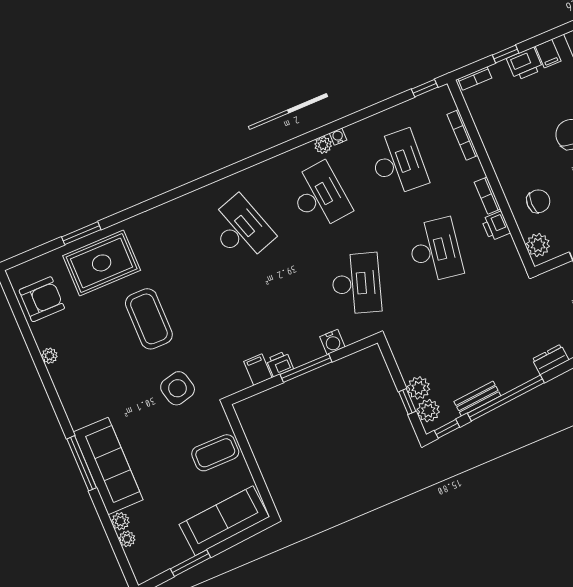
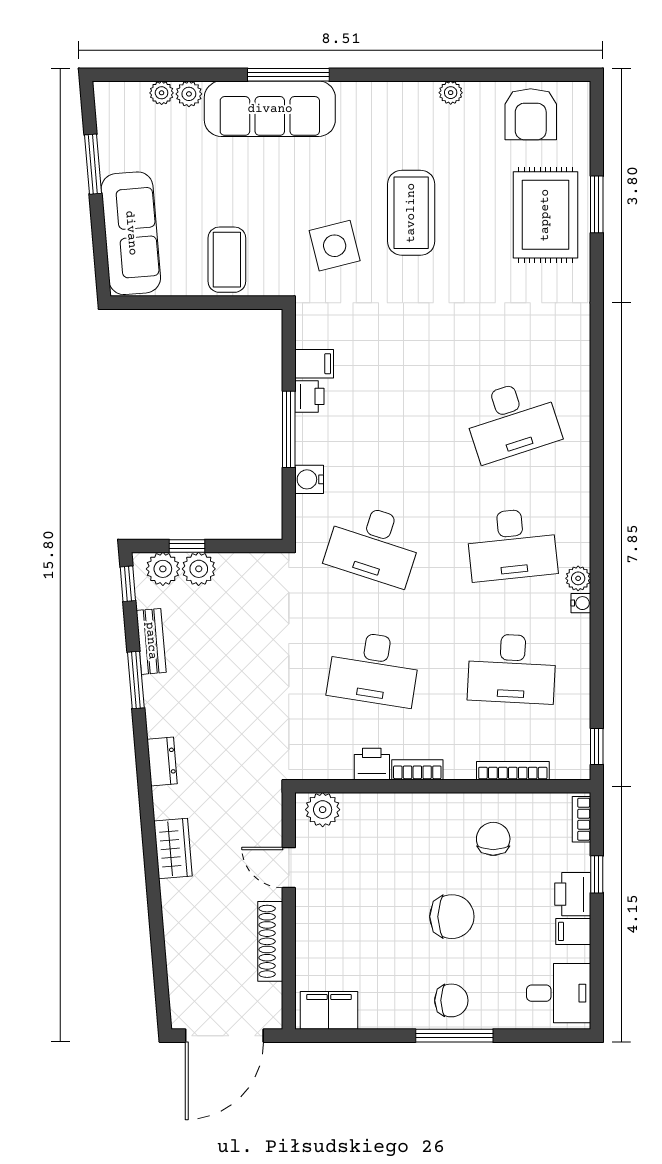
chair: (538, 201) -> (493, 839), moved, turned 180
coffee table: (149, 319) -> (411, 213), moved, turned 90
window: (506, 398) -> (136, 680), width x0.47

